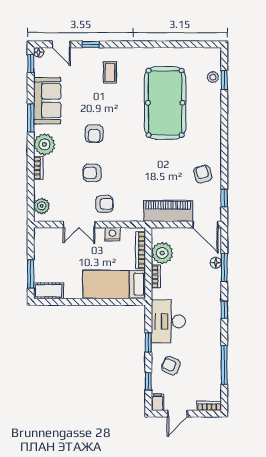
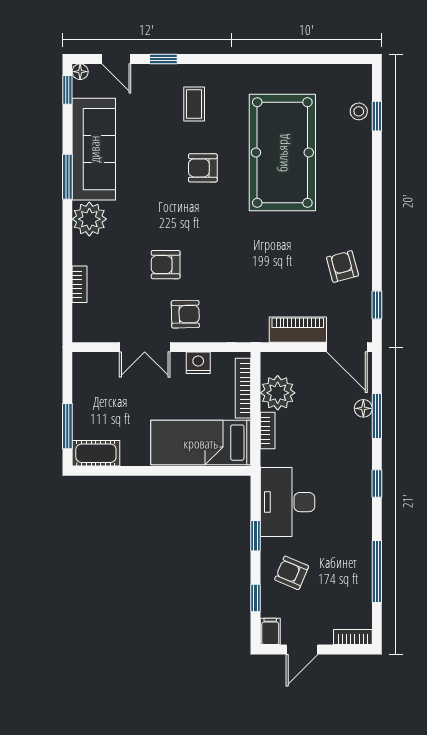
sofa: (47, 101) -> (94, 149), width x1.36
armchair: (94, 134) -> (203, 168), moved, turned 90
bookcase: (38, 168) -> (80, 284), moved
plant: (42, 206) -> (85, 317), removed
piano: (168, 211) -> (298, 330), width x0.73, depth x0.75

